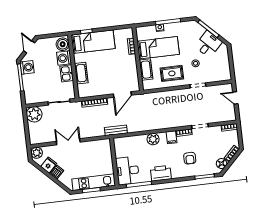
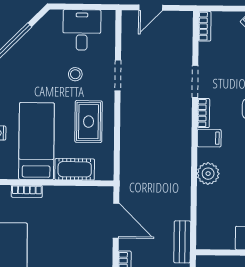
desk: (208, 44) -> (82, 30), moved, turned 45

